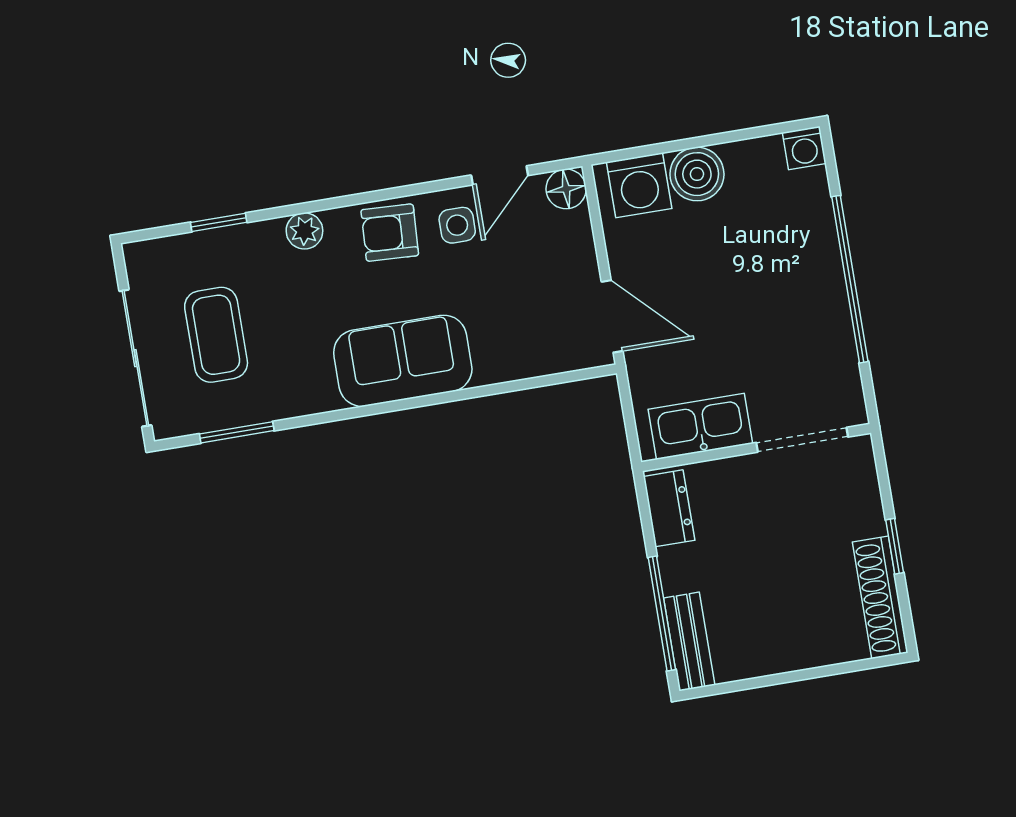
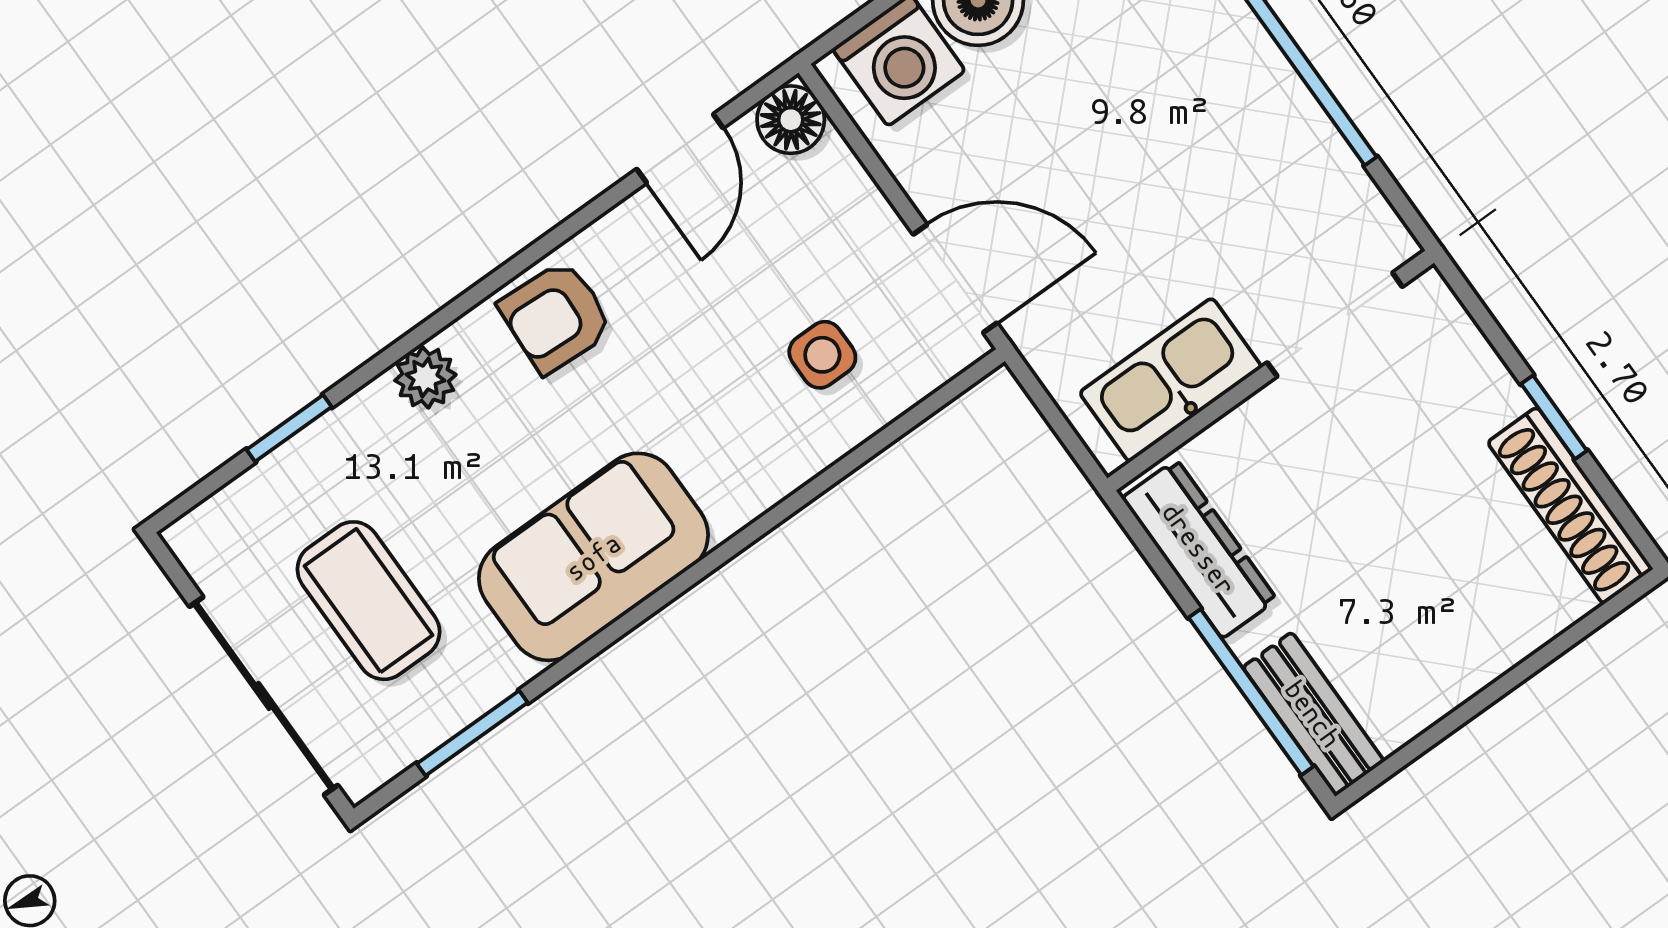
side table: (457, 225) -> (822, 355), moved
sofa: (403, 361) -> (593, 557), moved
dresser: (669, 508) -> (1199, 549), width x1.44

